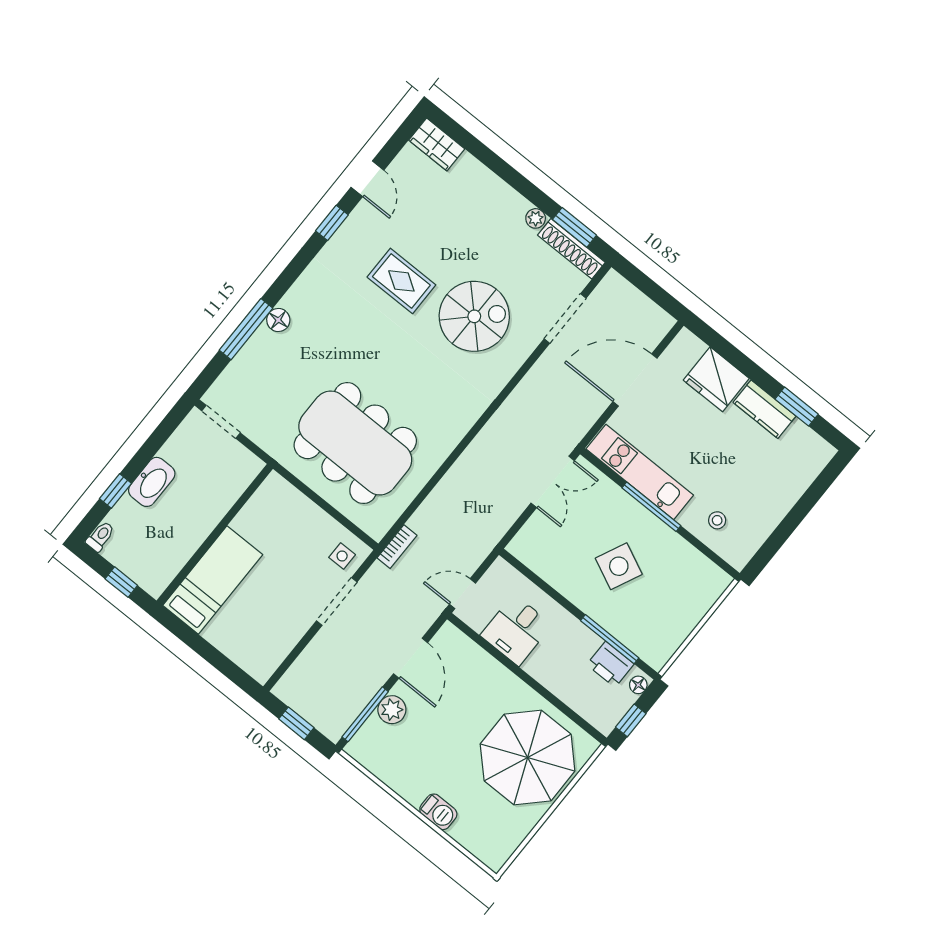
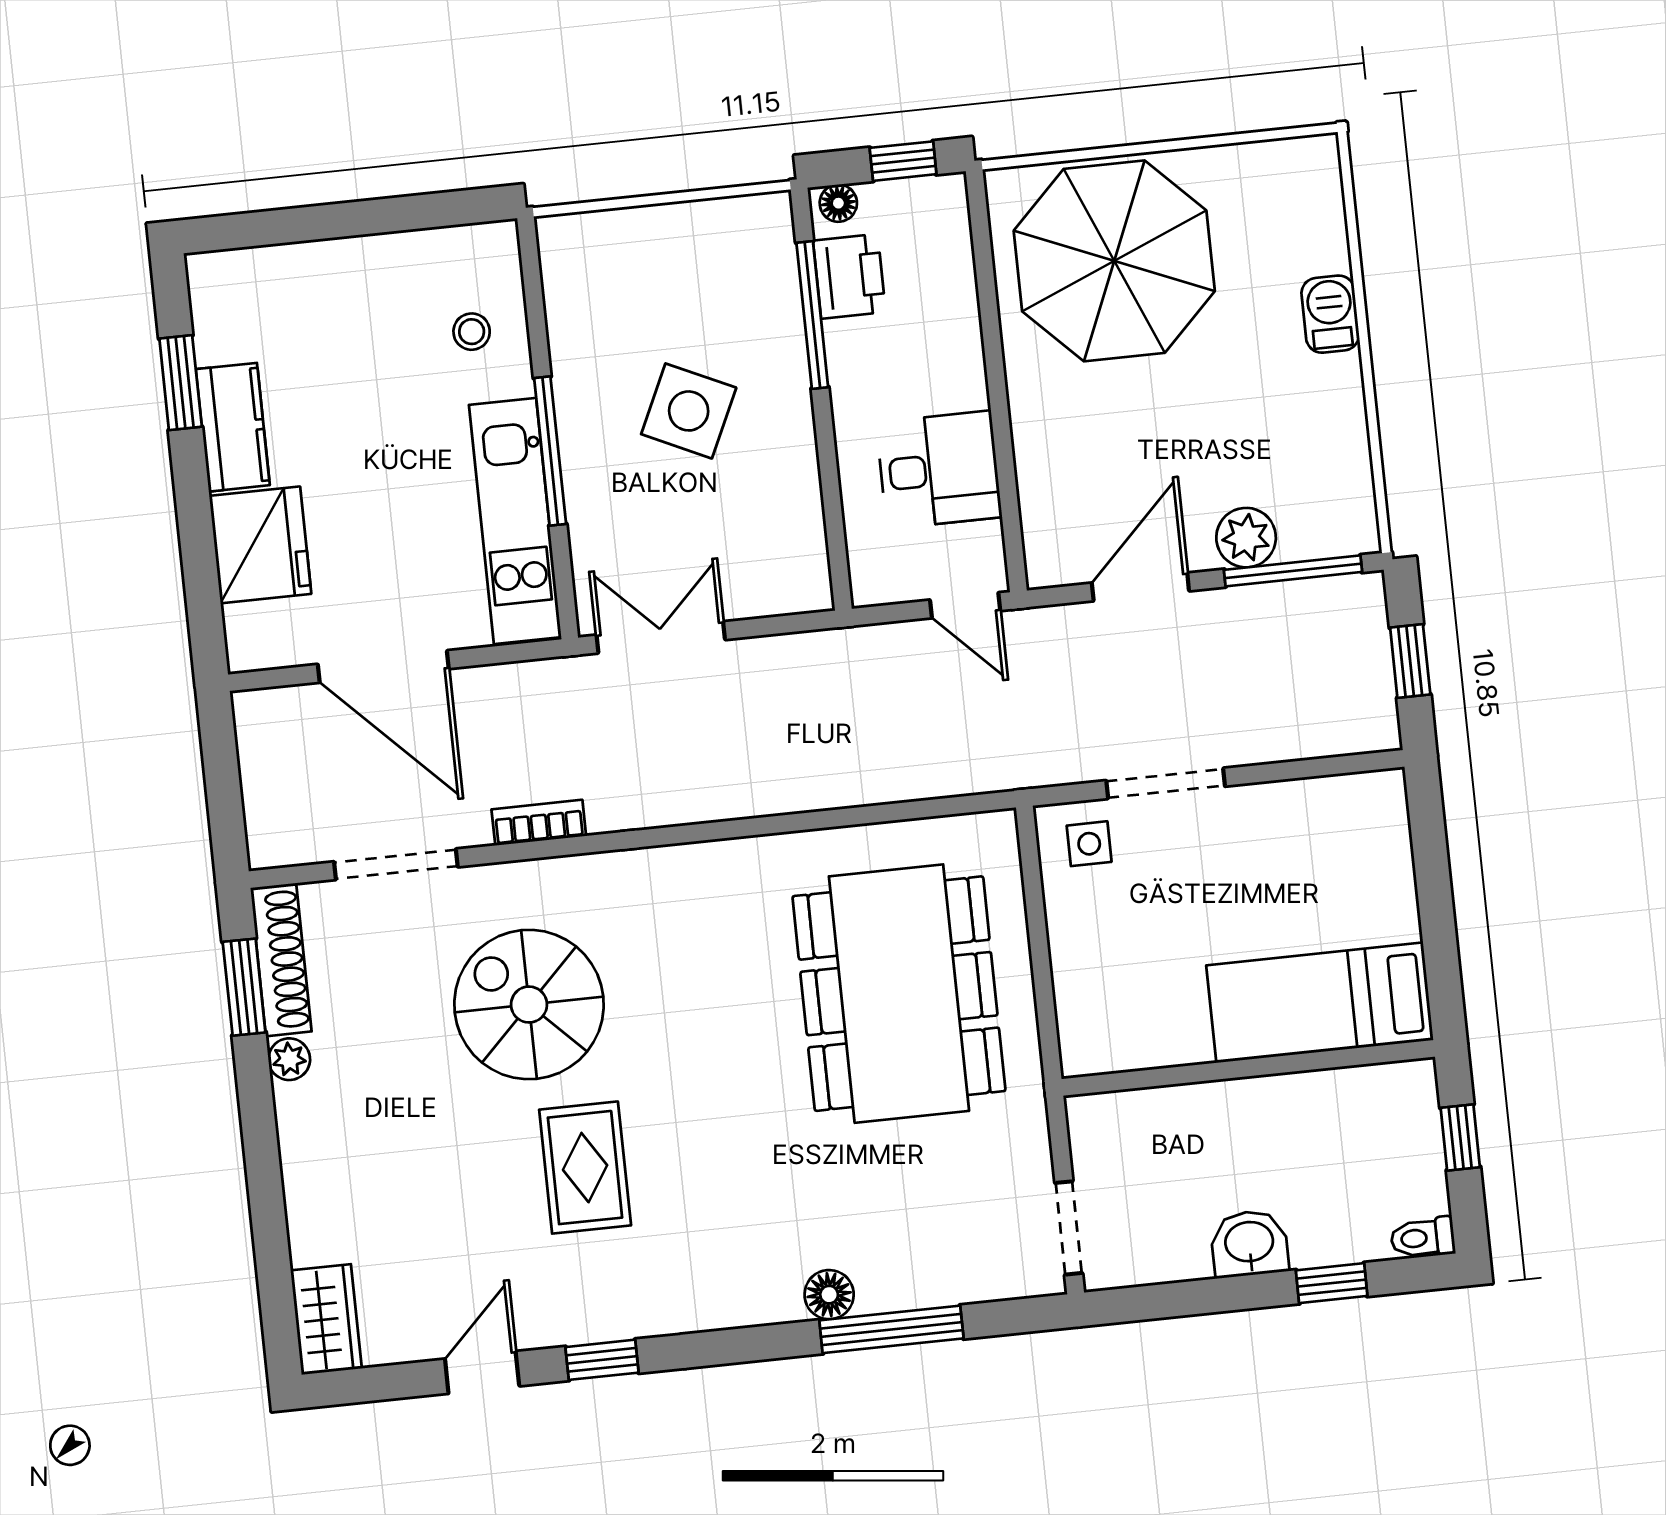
washbasin: (152, 482) -> (1249, 1244), width x0.72
bookcase: (397, 547) -> (539, 823), moved

